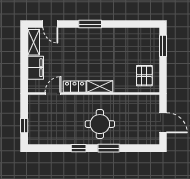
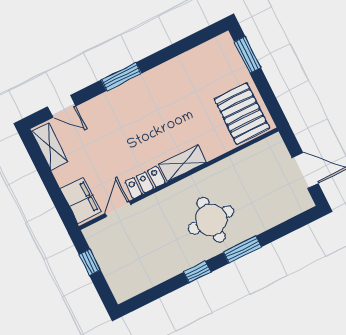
filing cabinet: (36, 68) -> (81, 201), moved
pallet: (144, 76) -> (242, 114), width x1.50, depth x1.42
window: (24, 126) -> (90, 262), moved

